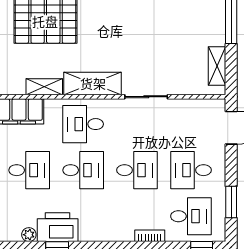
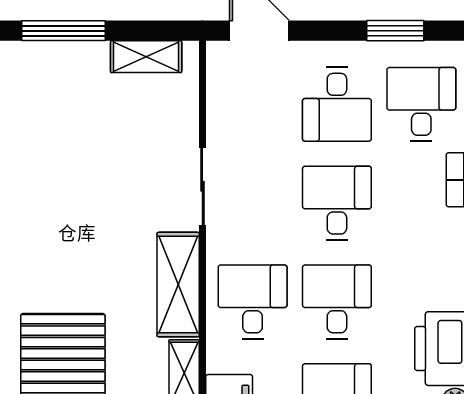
desk: (83, 124) -> (253, 302), turned 180

